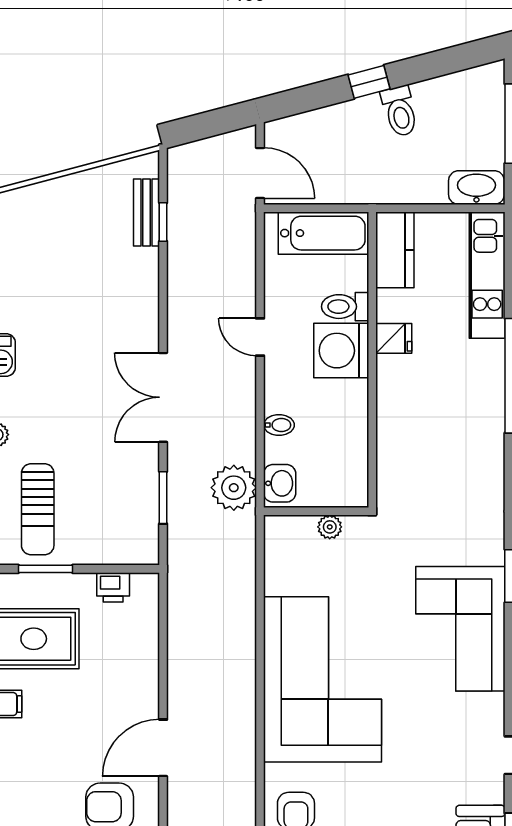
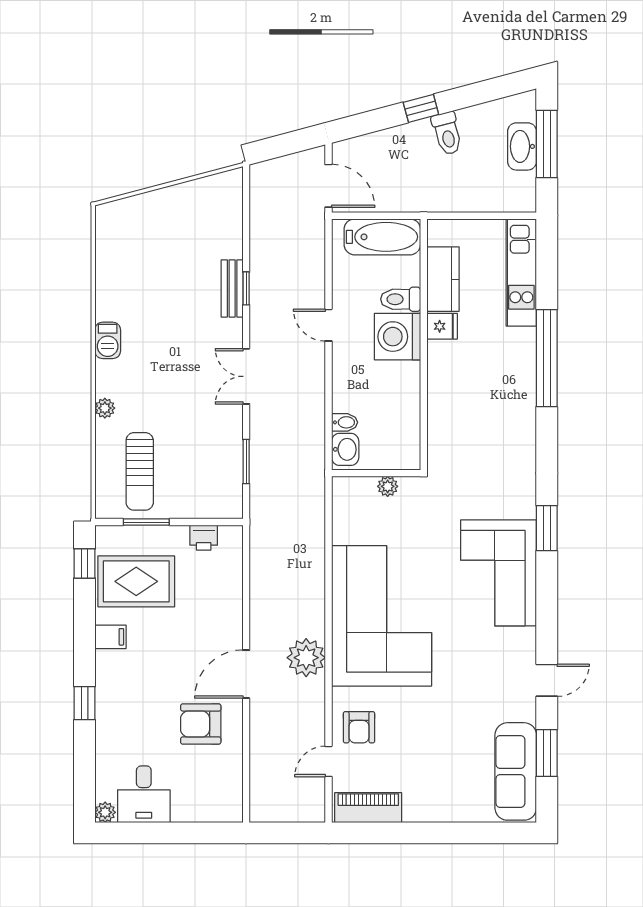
washbasin: (476, 188) -> (522, 146), moved, turned -90
bench: (147, 212) -> (232, 288), moved
window: (163, 222) -> (246, 288), moved
kitchen counter: (395, 250) -> (443, 279), moved
double door: (163, 397) -> (246, 376), width x0.73
bidet: (279, 425) -> (345, 422), moved
plant: (234, 488) -> (306, 658), moved

